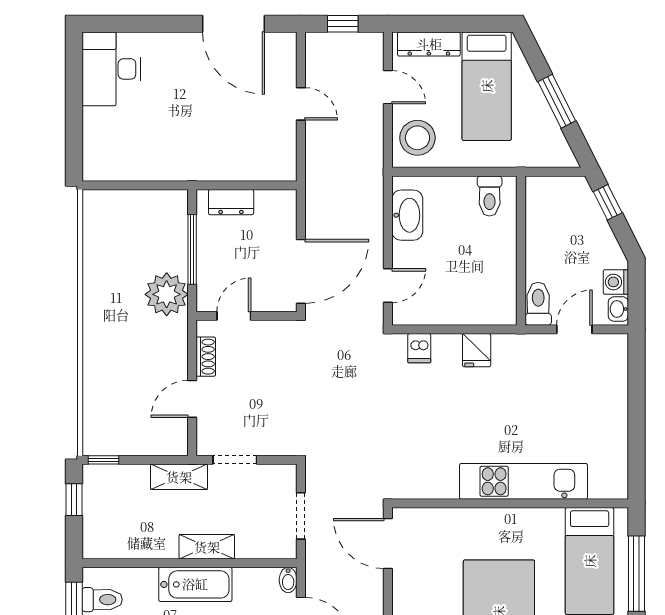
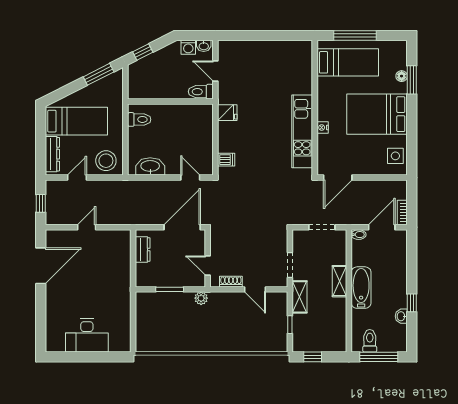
desk: (111, 69) -> (87, 336), moved
window: (557, 101) -> (99, 74), moved
dresser: (231, 202) -> (143, 250), moved
window: (192, 249) -> (170, 289), width x0.69
door: (301, 271) -> (182, 227), hinge flipped
plant: (167, 294) -> (201, 298), width x0.53, depth x0.53
fridge: (477, 350) -> (227, 113), moved
window: (104, 460) -> (290, 325), moved
kitchen unit: (524, 481) -> (302, 131), moved
nightstand: (475, 517) -> (323, 128), added

